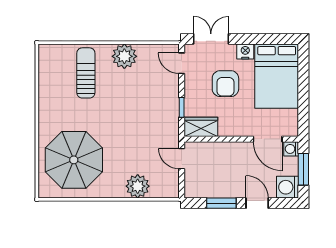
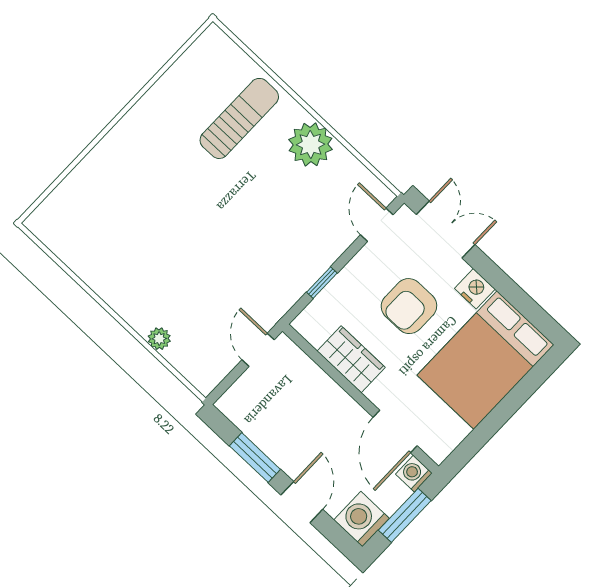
wardrobe: (201, 127) -> (351, 359), moved
parasol: (74, 160) -> (115, 217), removed
plant: (138, 186) -> (159, 339), width x0.53, depth x0.53

